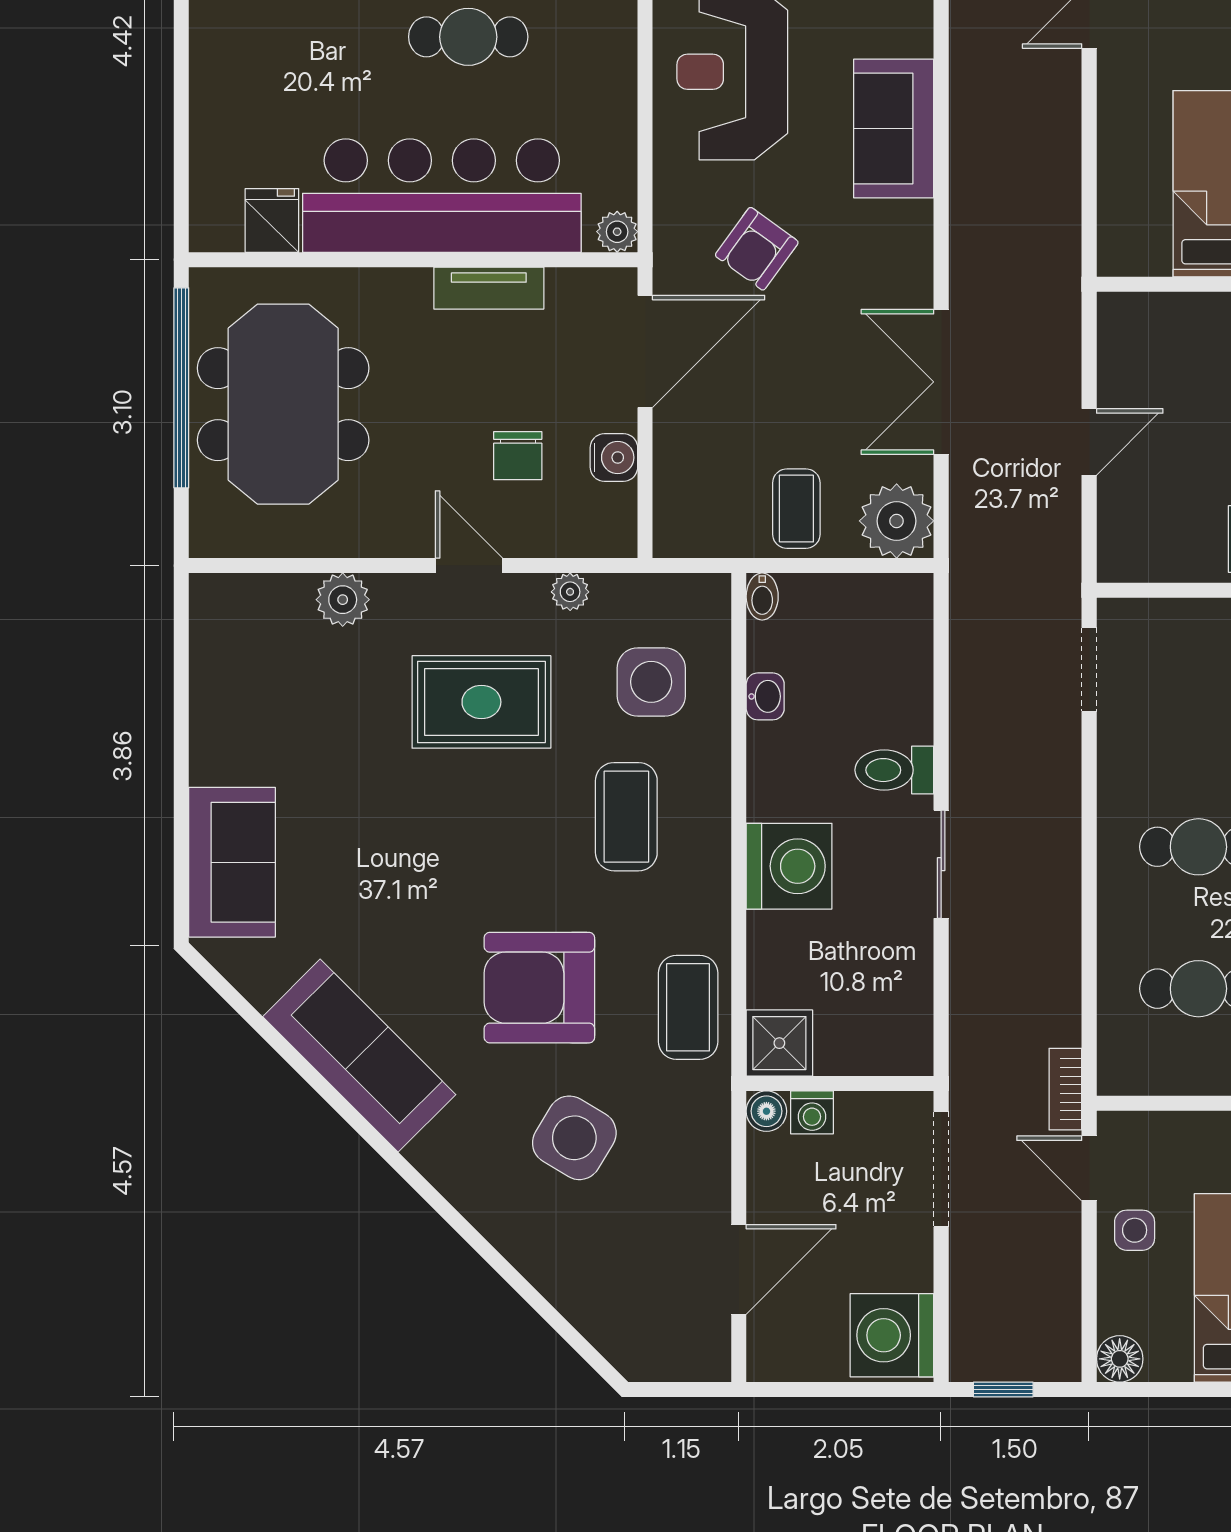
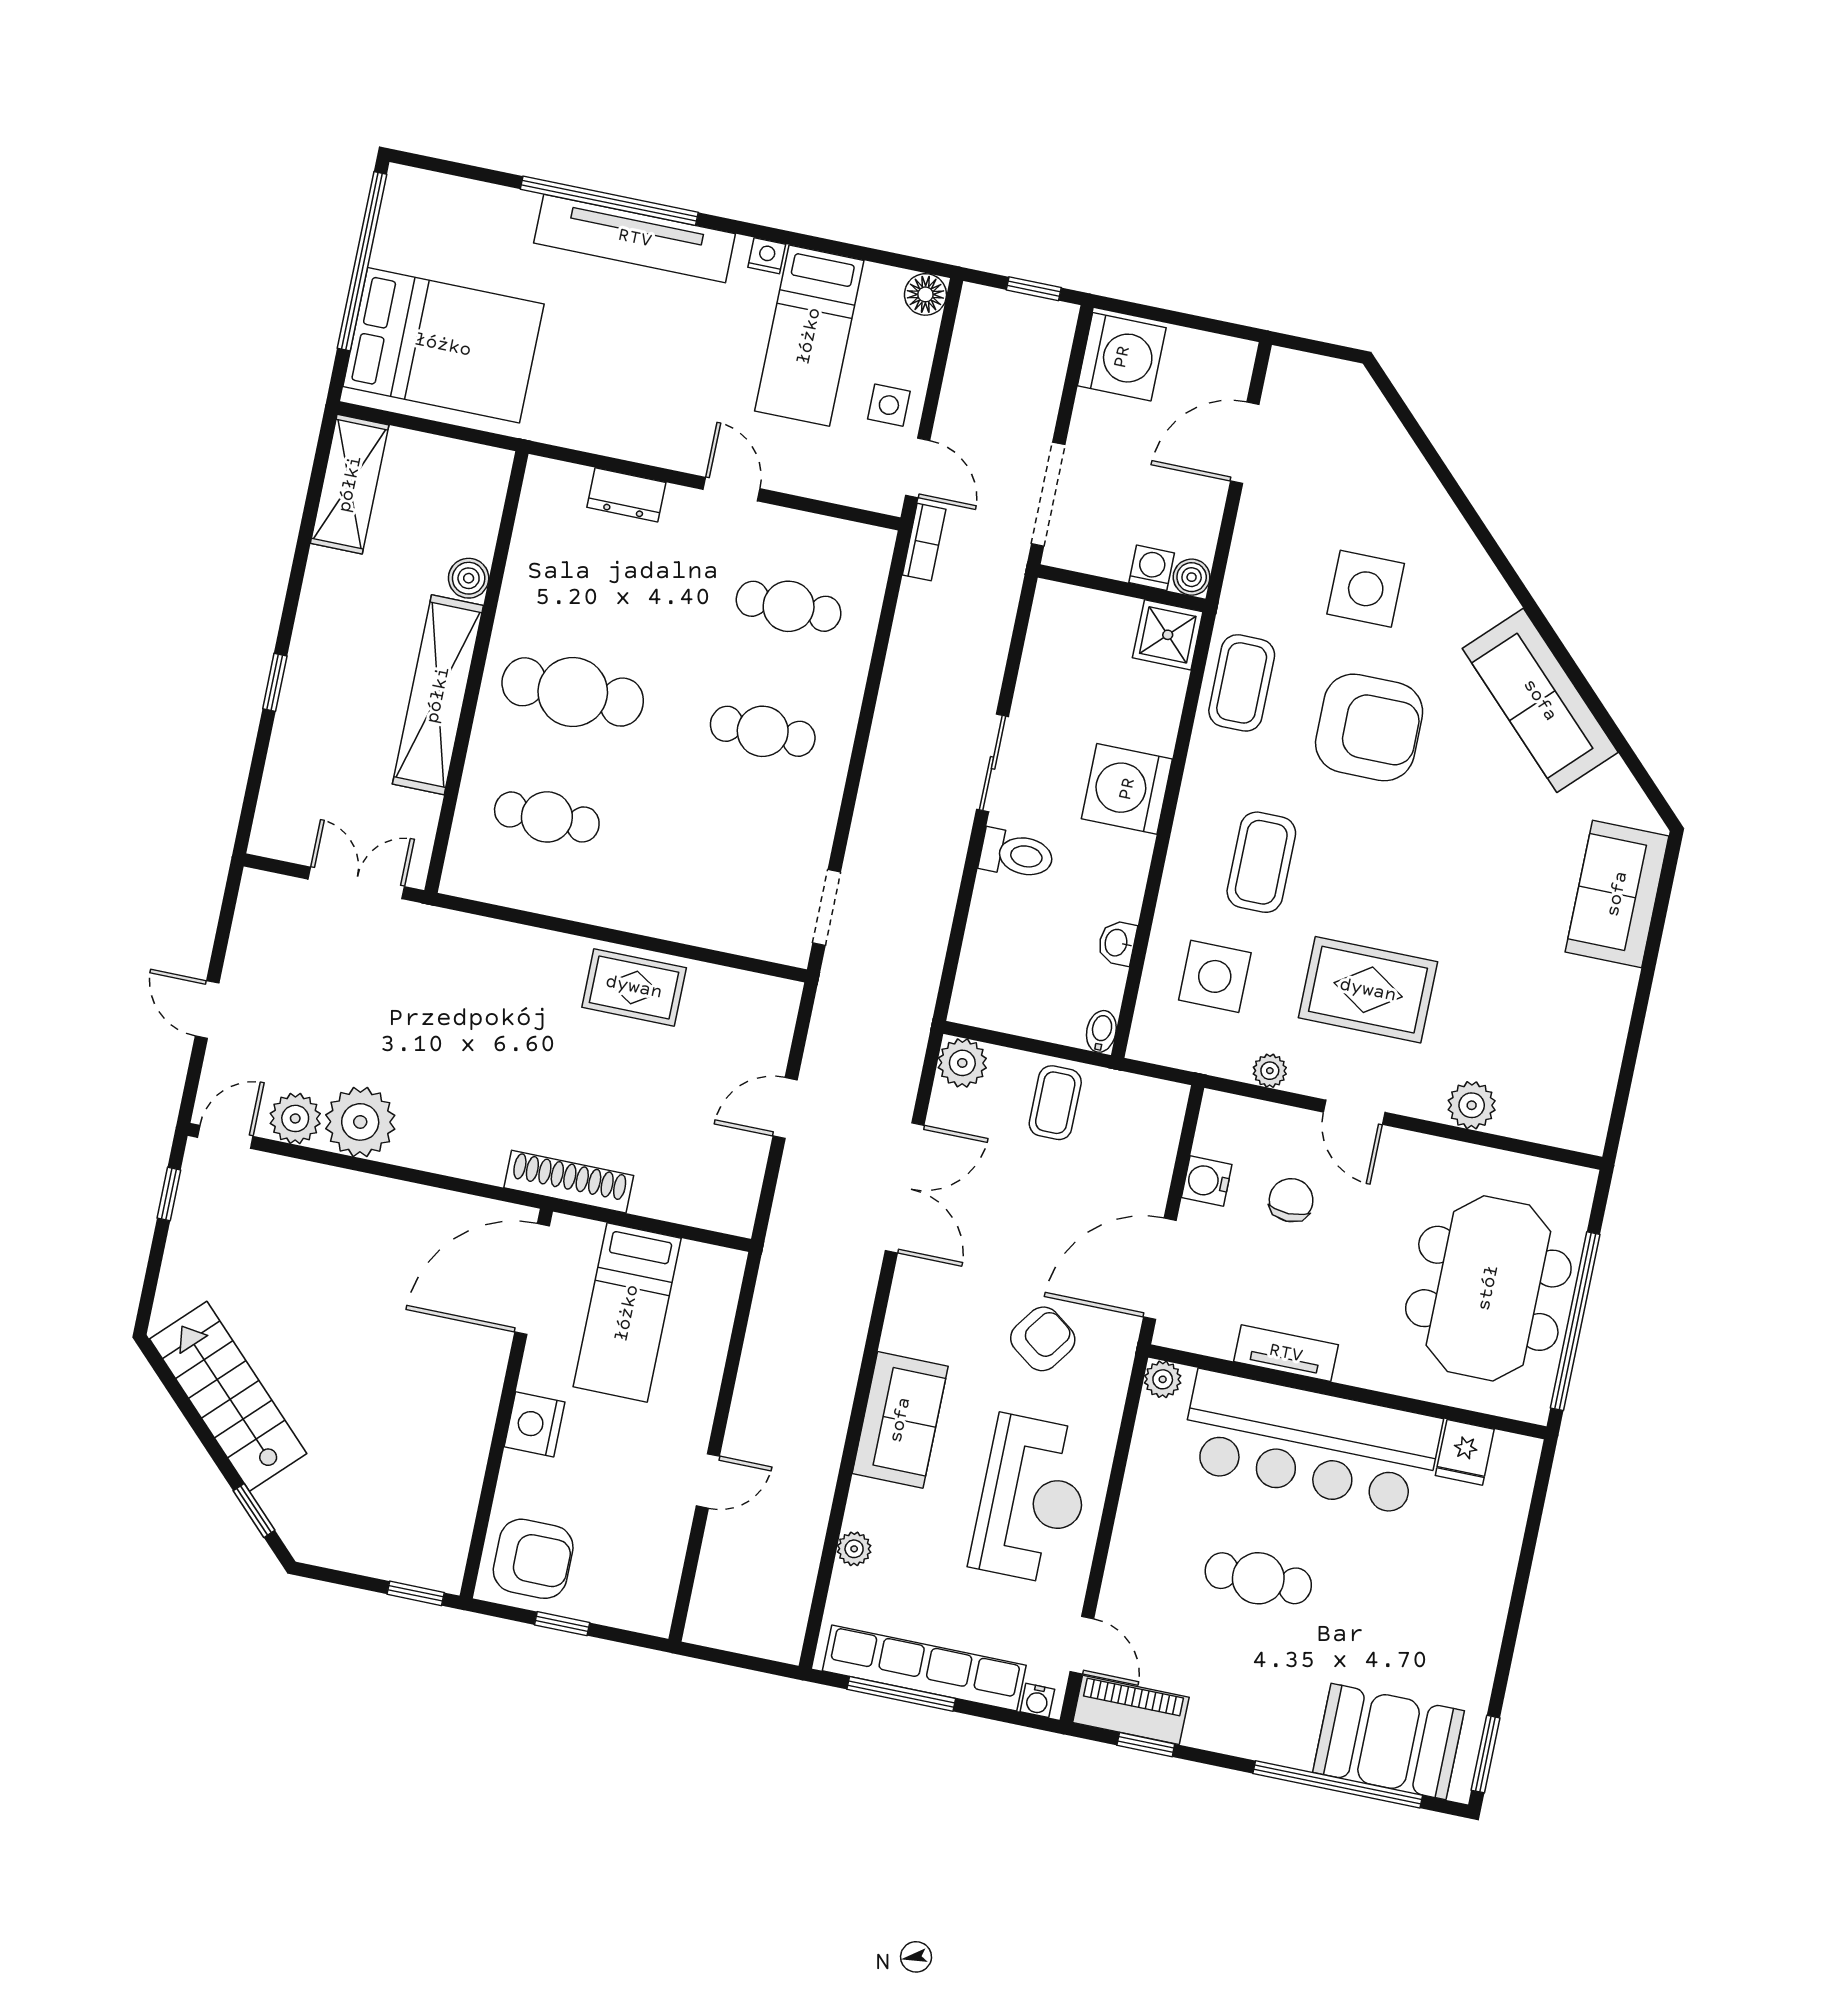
plant: (897, 521) -> (962, 1063), width x0.73, depth x0.73
side table: (574, 1138) -> (1366, 589), turned -31

